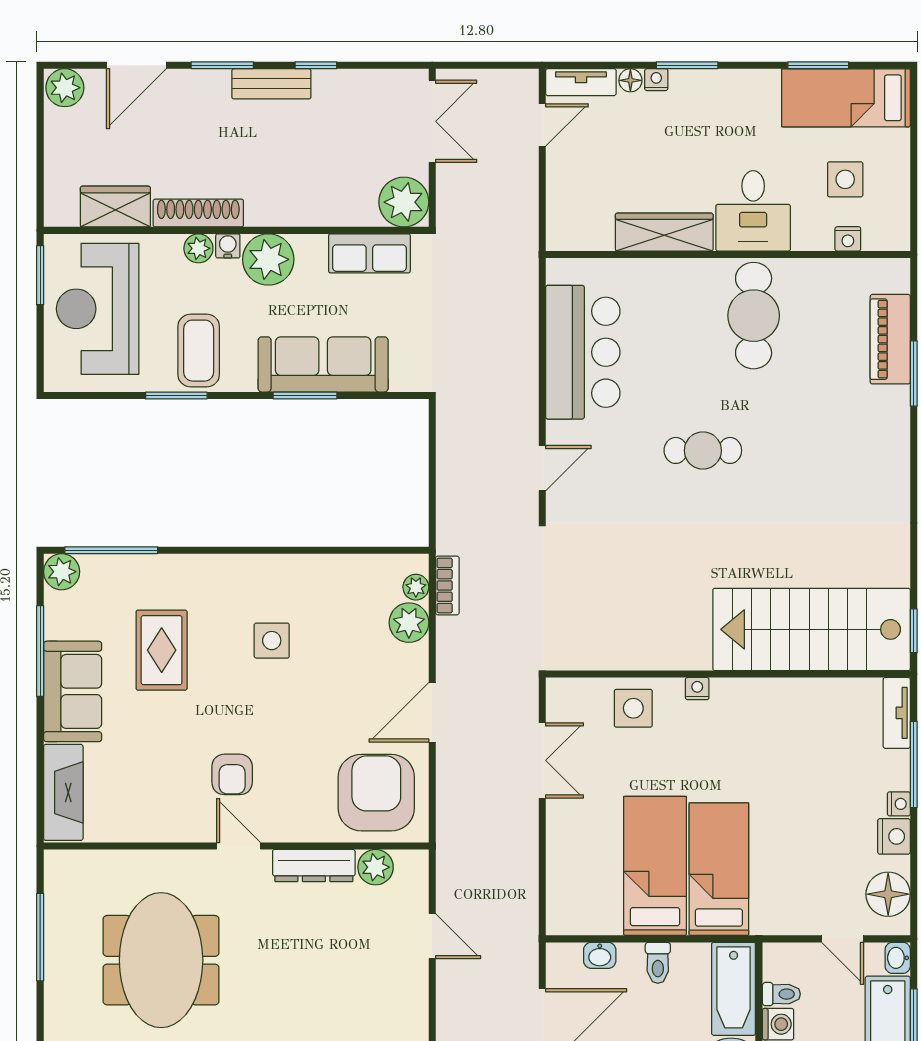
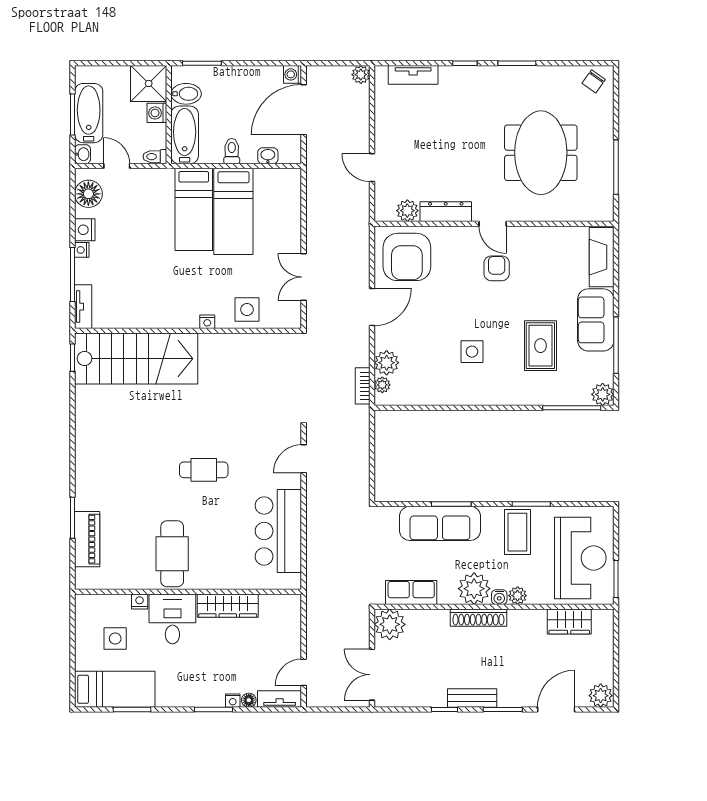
shoe rack: (198, 213) -> (478, 618), moved
nightstand: (848, 239) -> (140, 602), moved
toilet: (781, 994) -> (155, 157), moved

